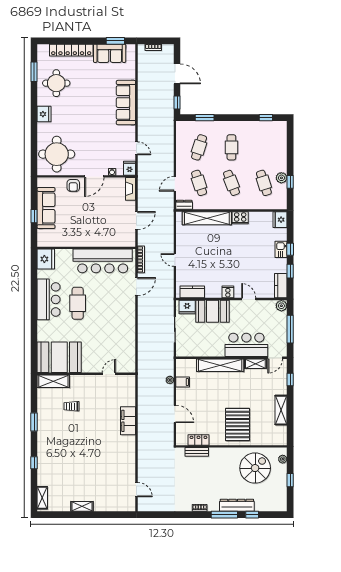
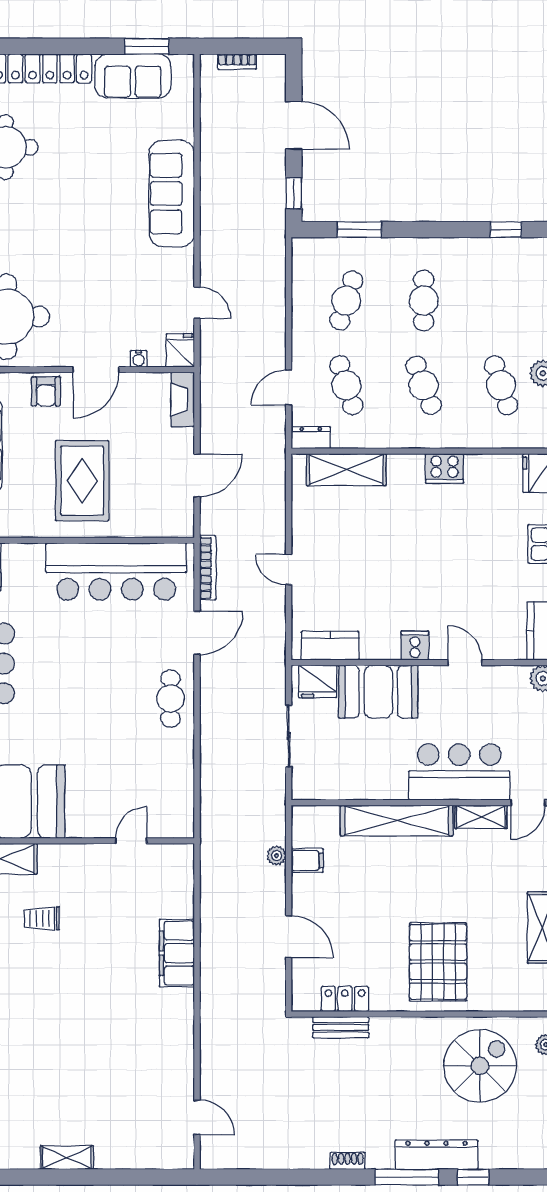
shelving: (207, 218) -> (346, 470), width x0.68
rug: (88, 223) -> (82, 481), added
cafe table: (78, 303) -> (171, 698), moved, width x0.73, depth x0.74

